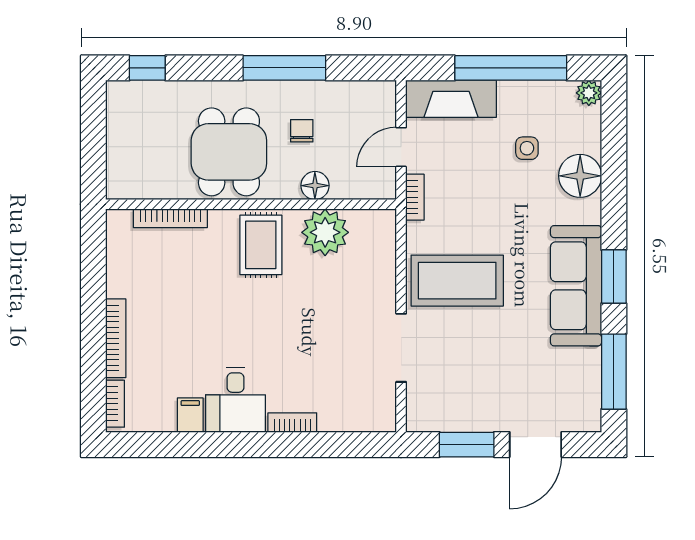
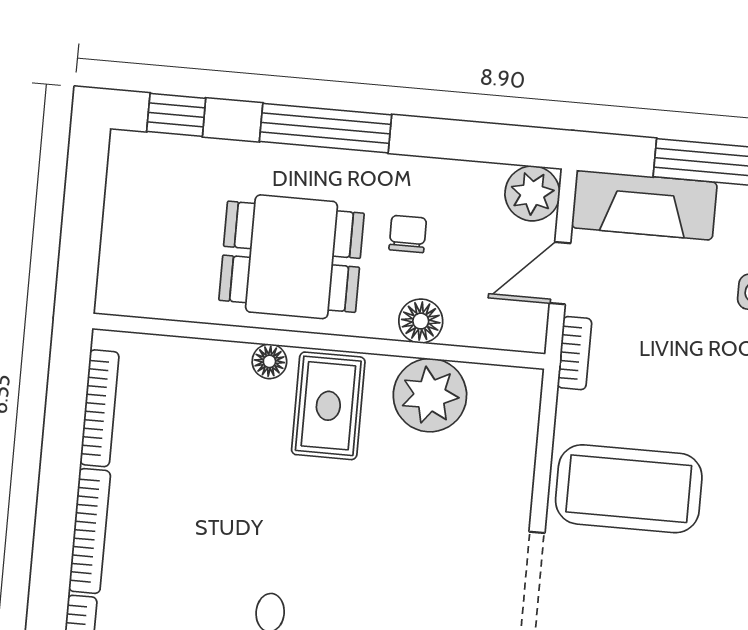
window: (284, 68) -> (326, 128), moved
plant: (379, 98) -> (532, 193), added
dining table: (229, 152) -> (292, 257), turned 90
bookcase: (170, 218) -> (99, 408), moved, turned -90
floor lamp: (221, 220) -> (269, 361), added

